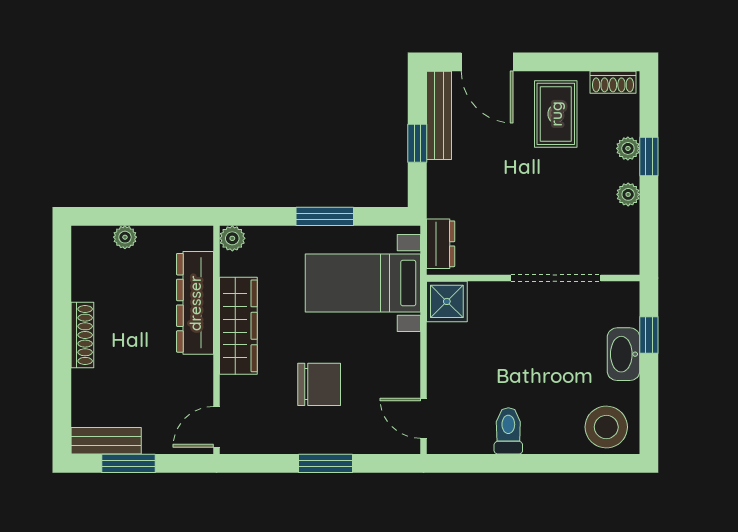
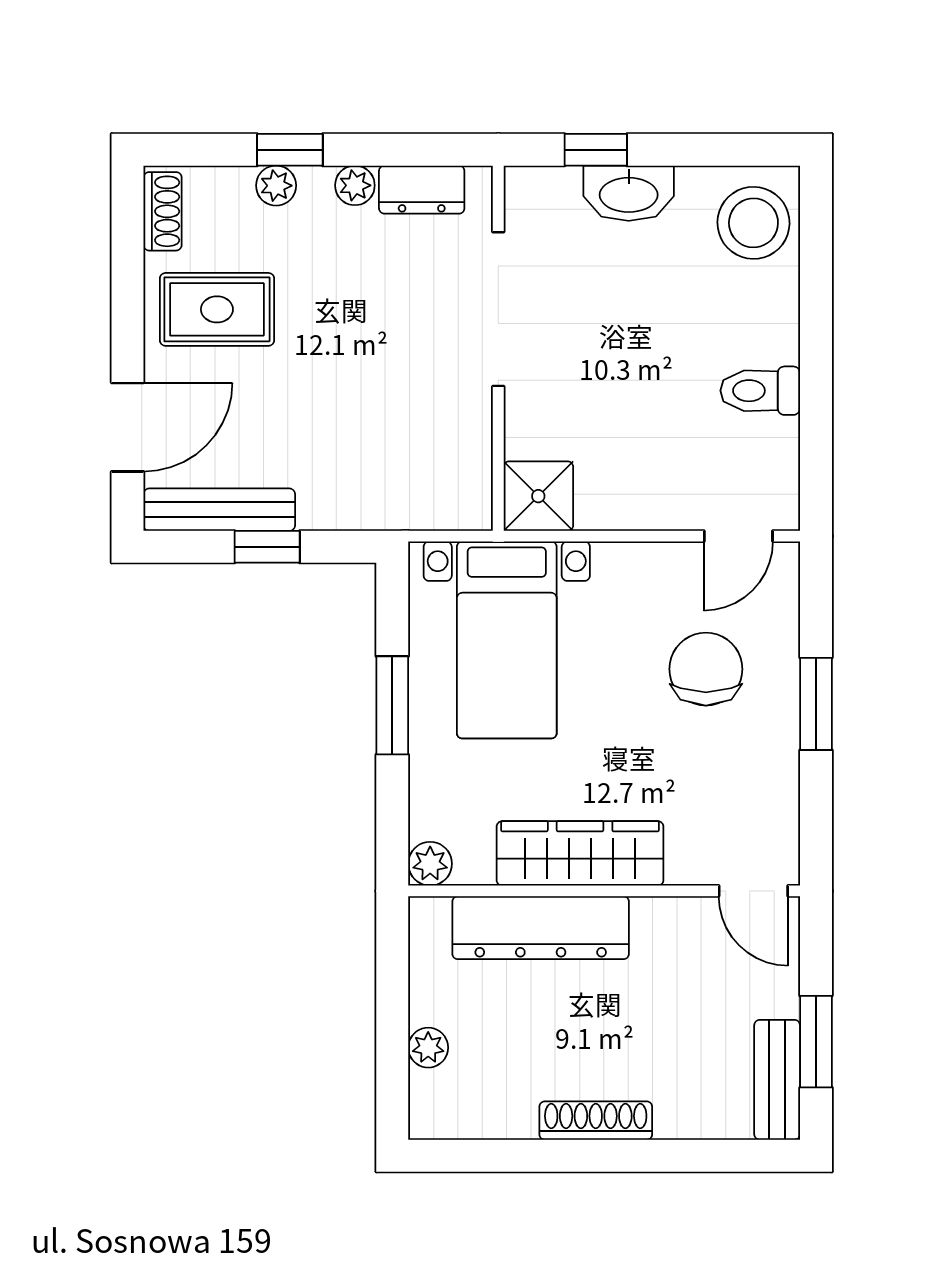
dresser: (441, 244) -> (422, 190), moved, turned 180
chair: (319, 384) -> (706, 669), moved

